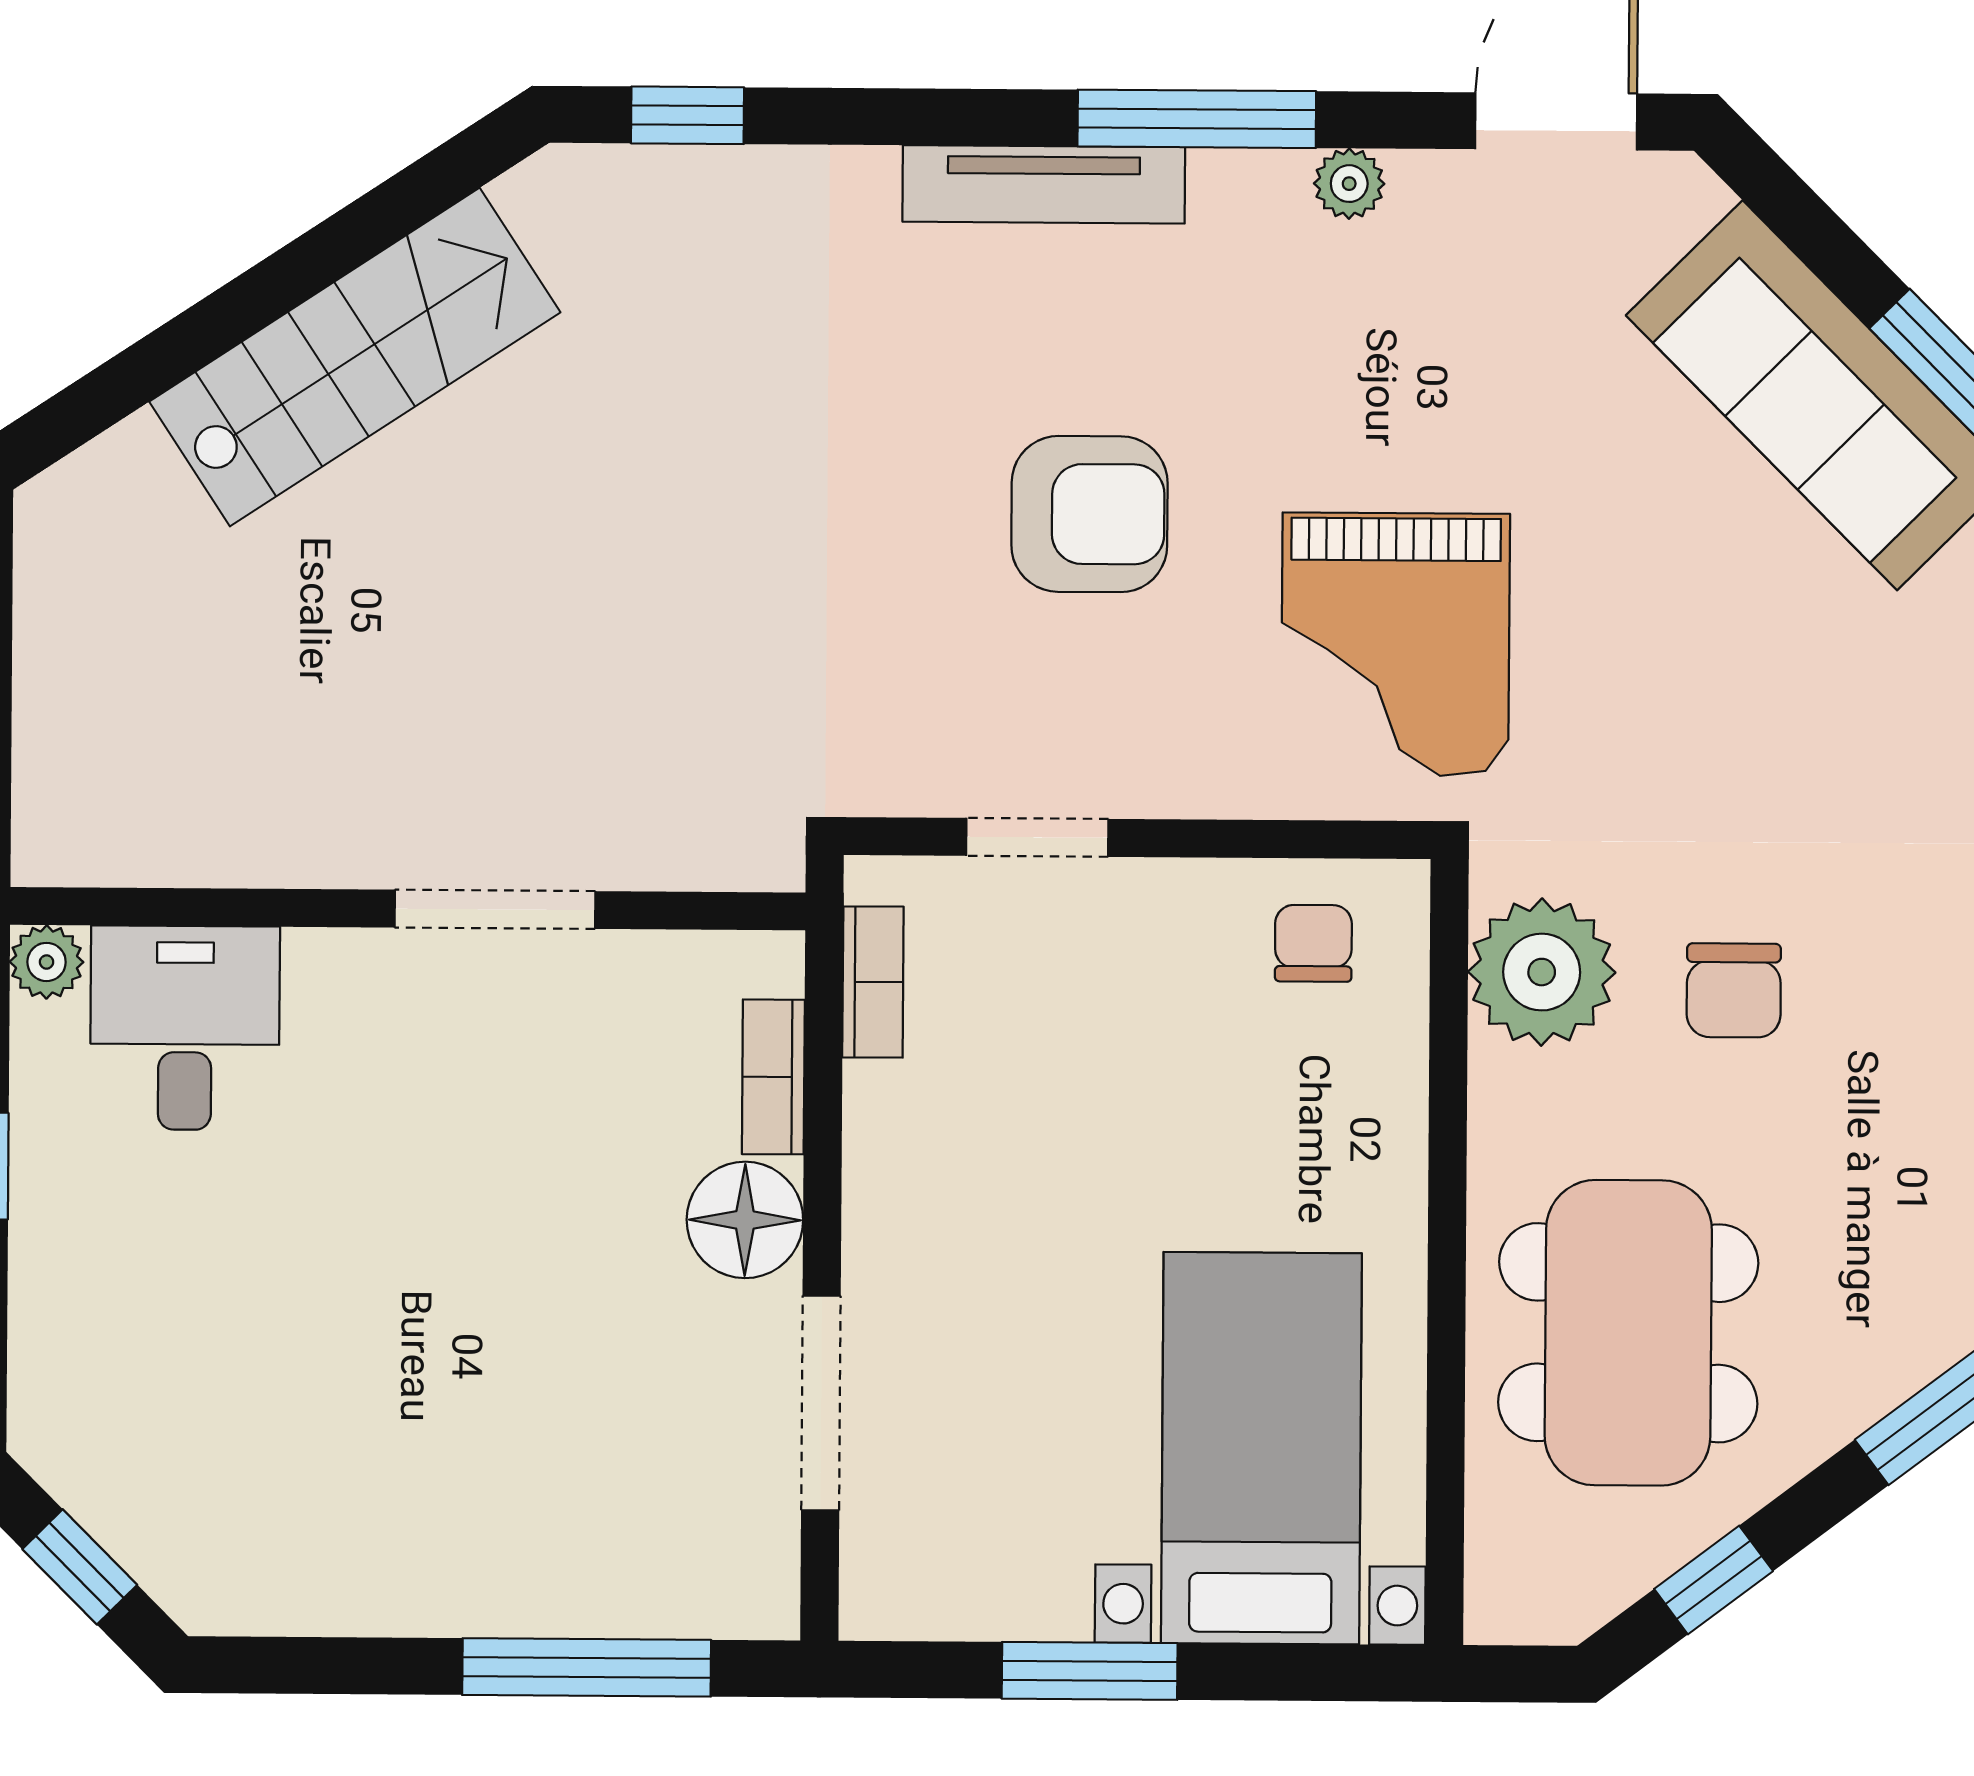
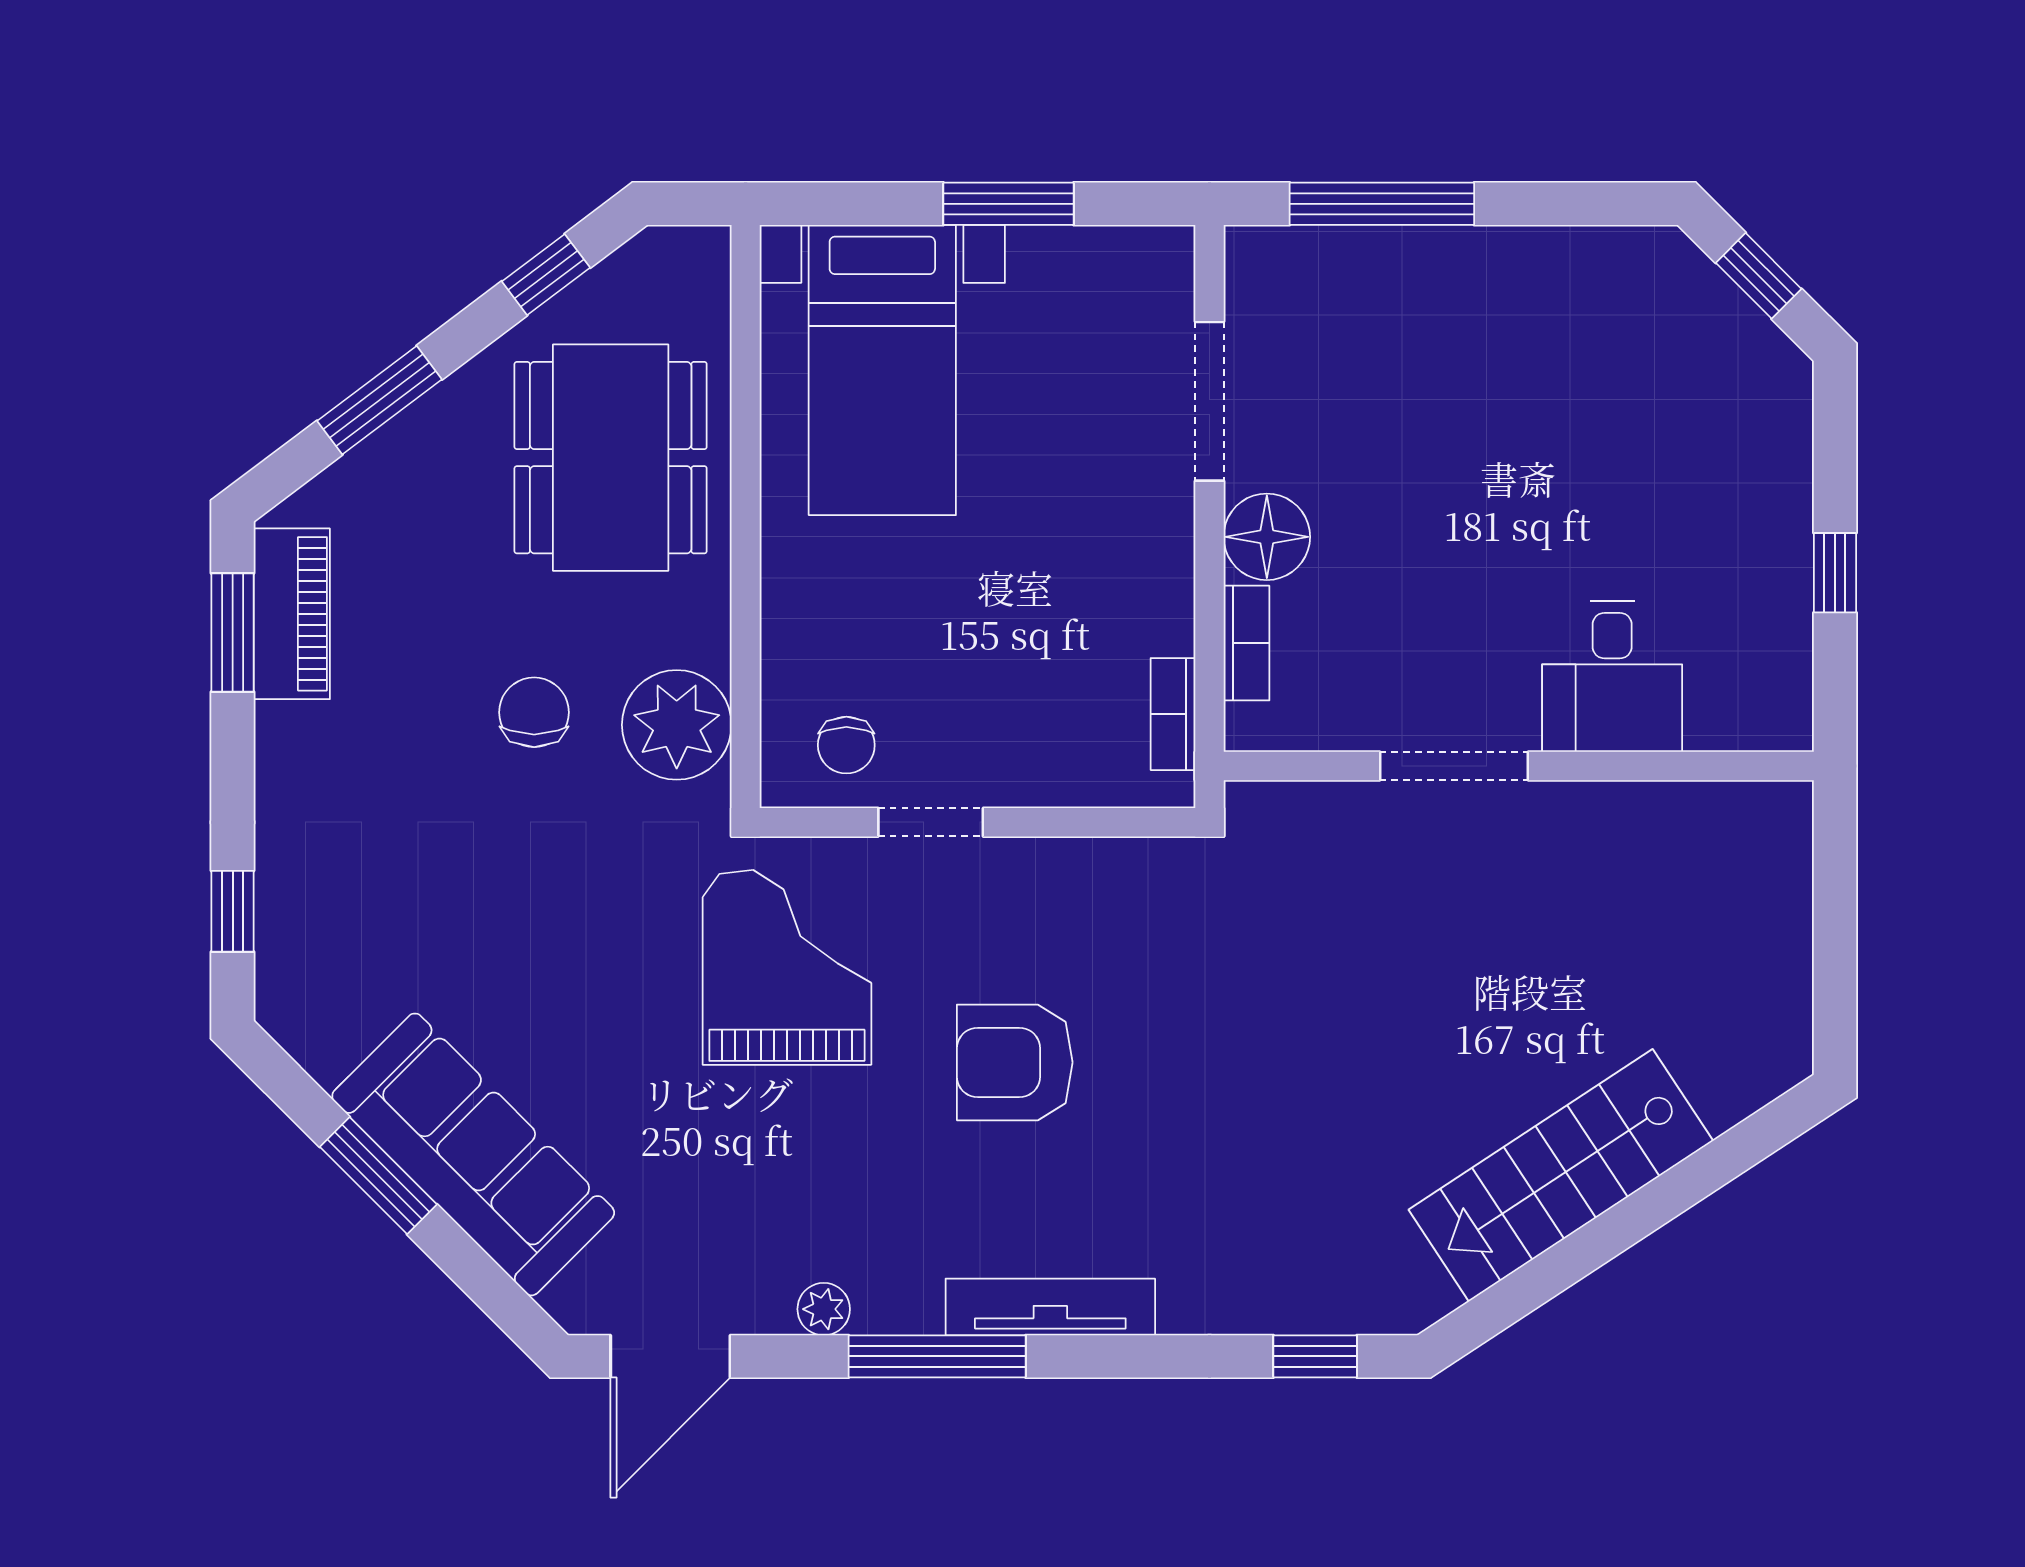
doorway: (1037, 837) -> (931, 822), moved
plant: (47, 962) -> (1787, 725), removed
desk: (185, 1028) -> (1612, 676), moved

